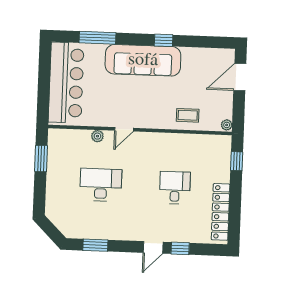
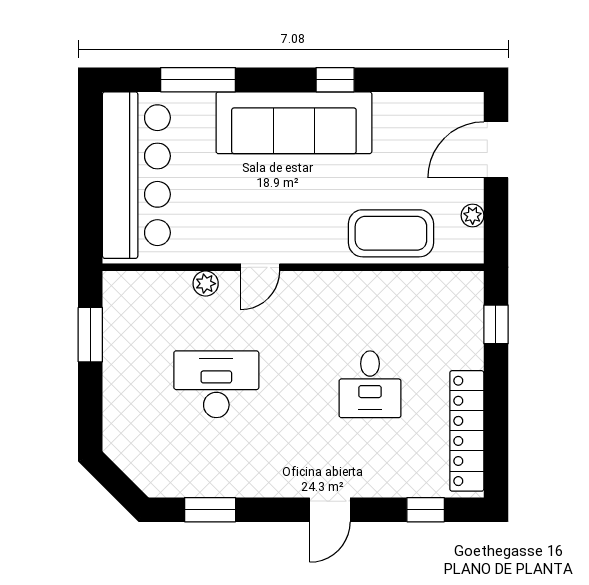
coffee table: (188, 115) -> (391, 233), width x1.86, depth x1.72
plant: (227, 125) -> (473, 216), moved
desk: (175, 188) -> (370, 384), turned 180
window: (180, 248) -> (426, 510), moved

